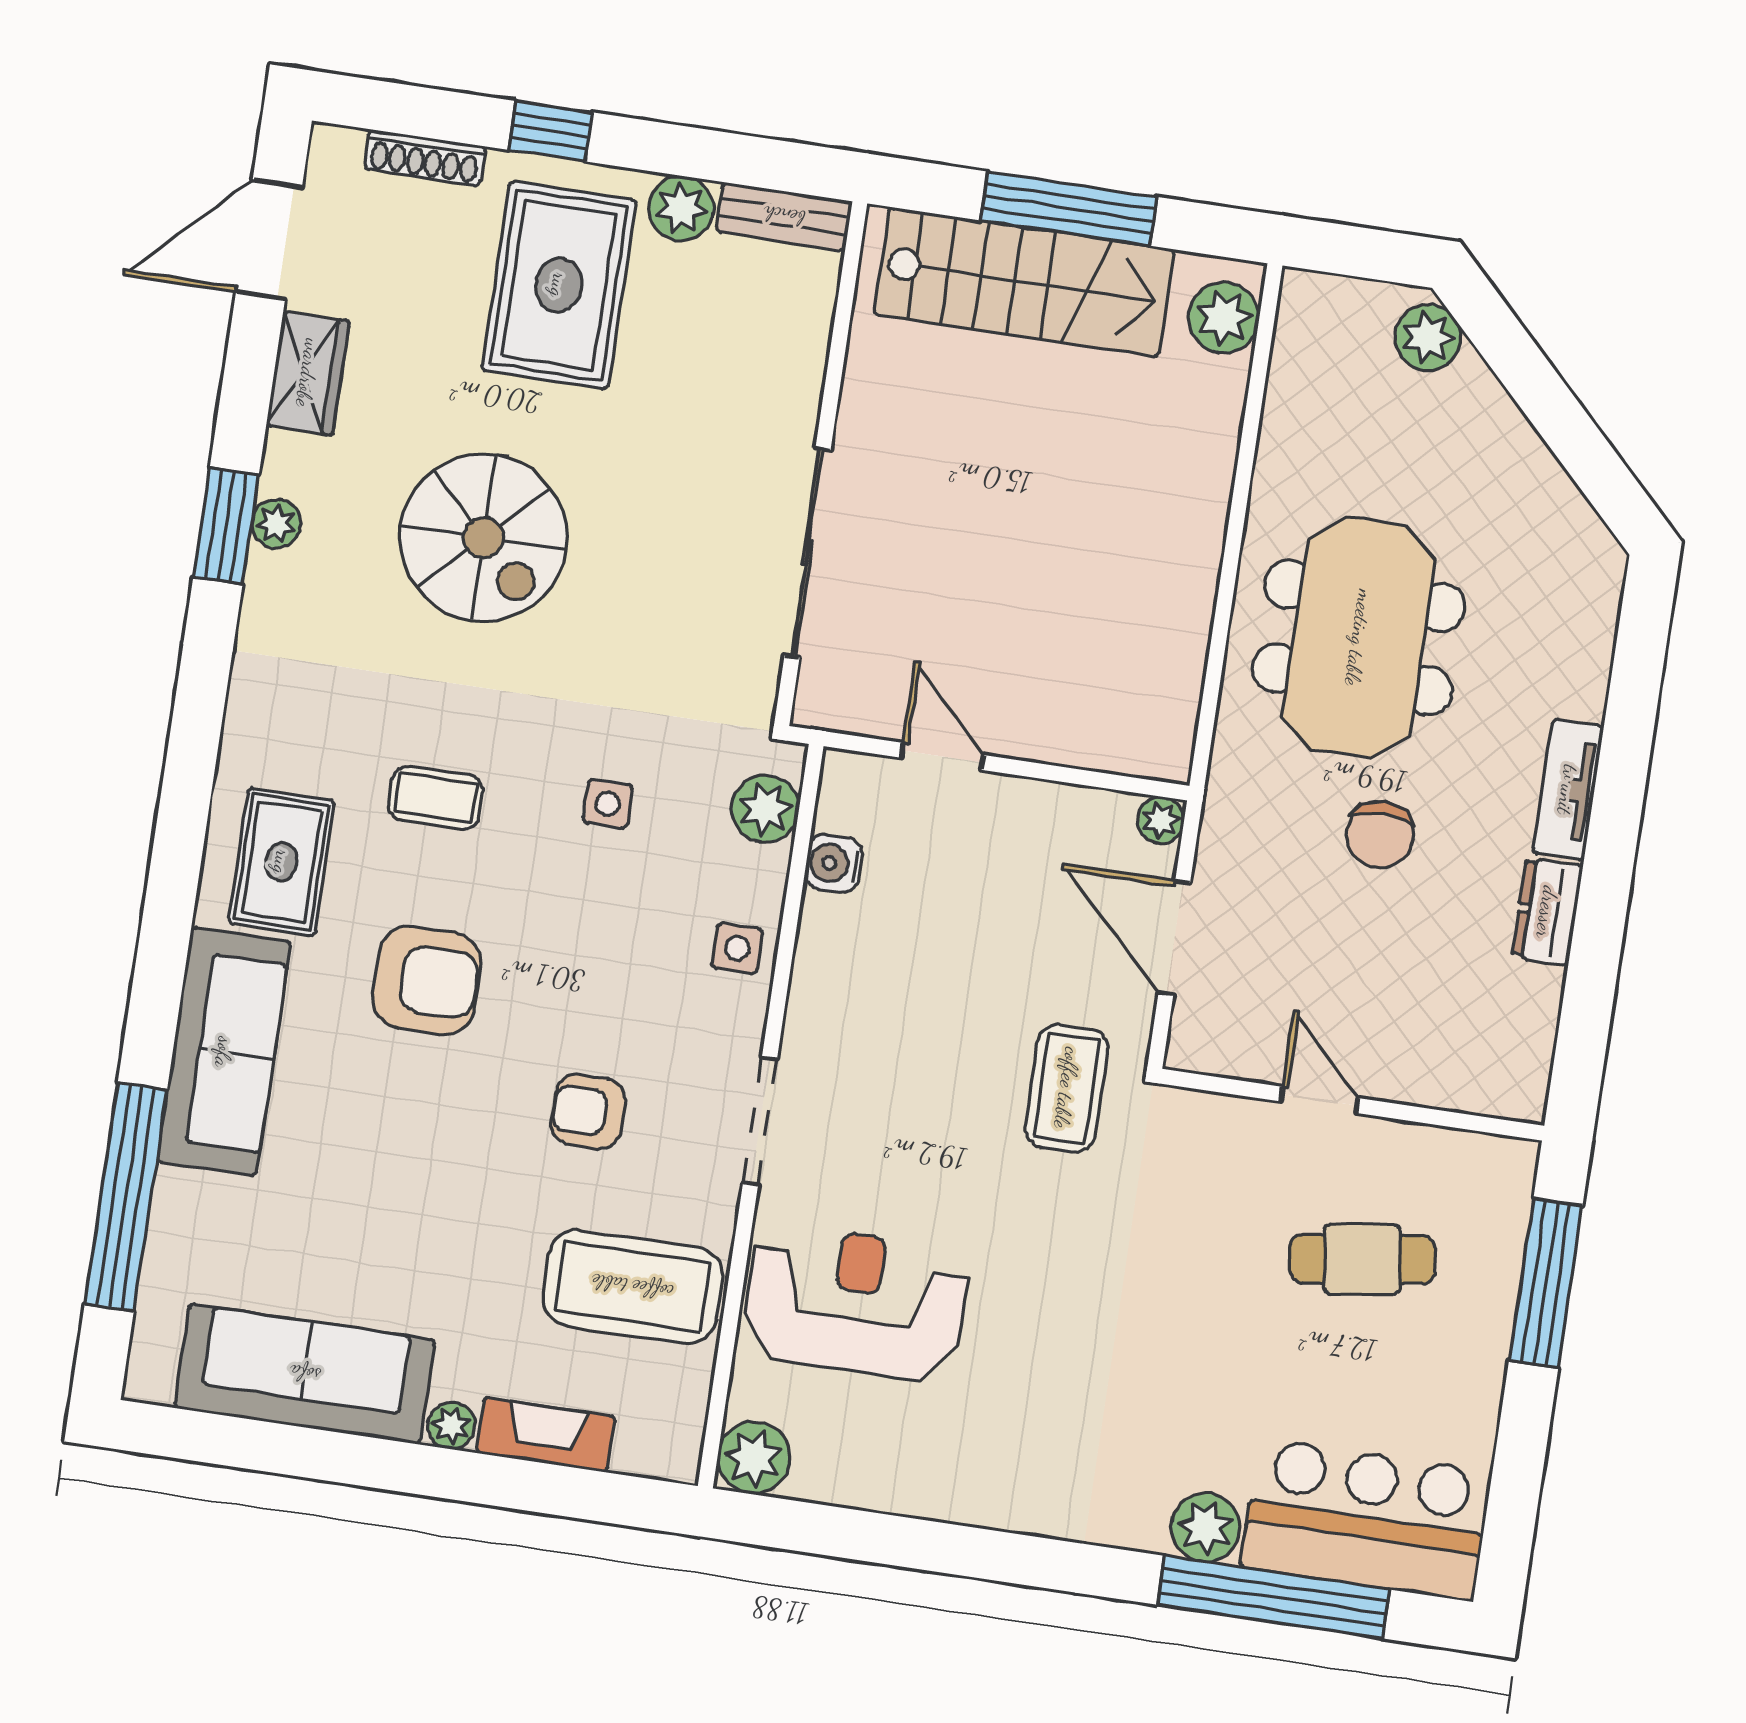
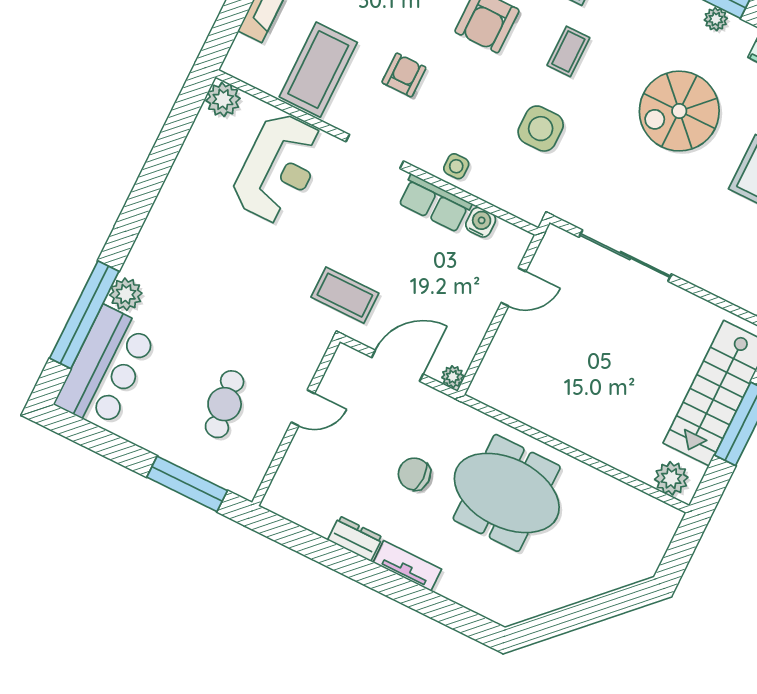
plant: (1428, 338) -> (633, 568), removed
side table: (608, 804) -> (541, 129), width x1.87, depth x1.87
plant: (765, 809) -> (515, 199), removed
row of seats: (825, 968) -> (435, 203), added

